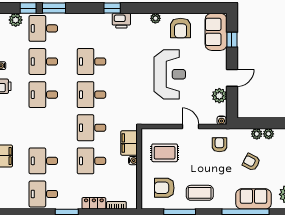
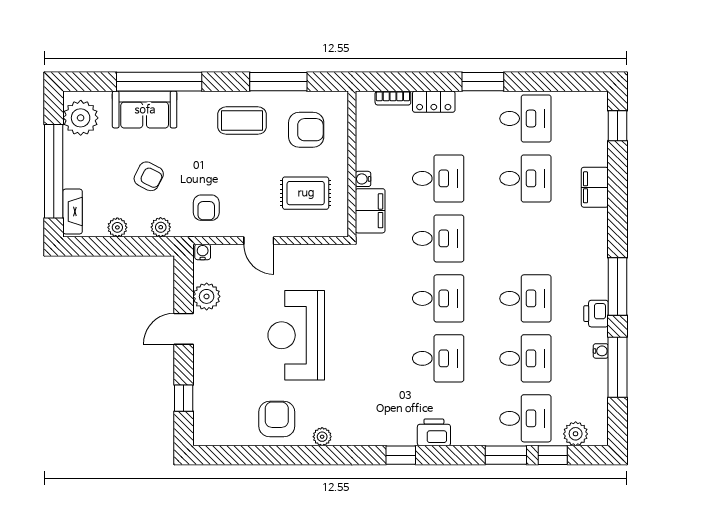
printer: (121, 21) -> (434, 432), moved
sofa: (216, 32) -> (212, 412), removed
plant: (257, 134) -> (161, 227), moved

